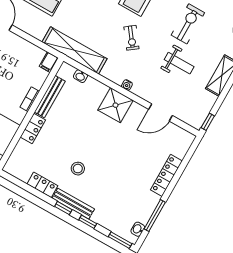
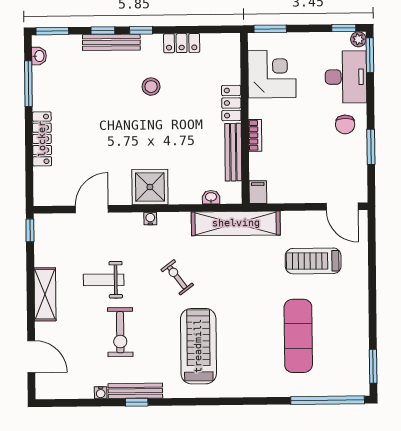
bench: (73, 204) -> (111, 42), moved

